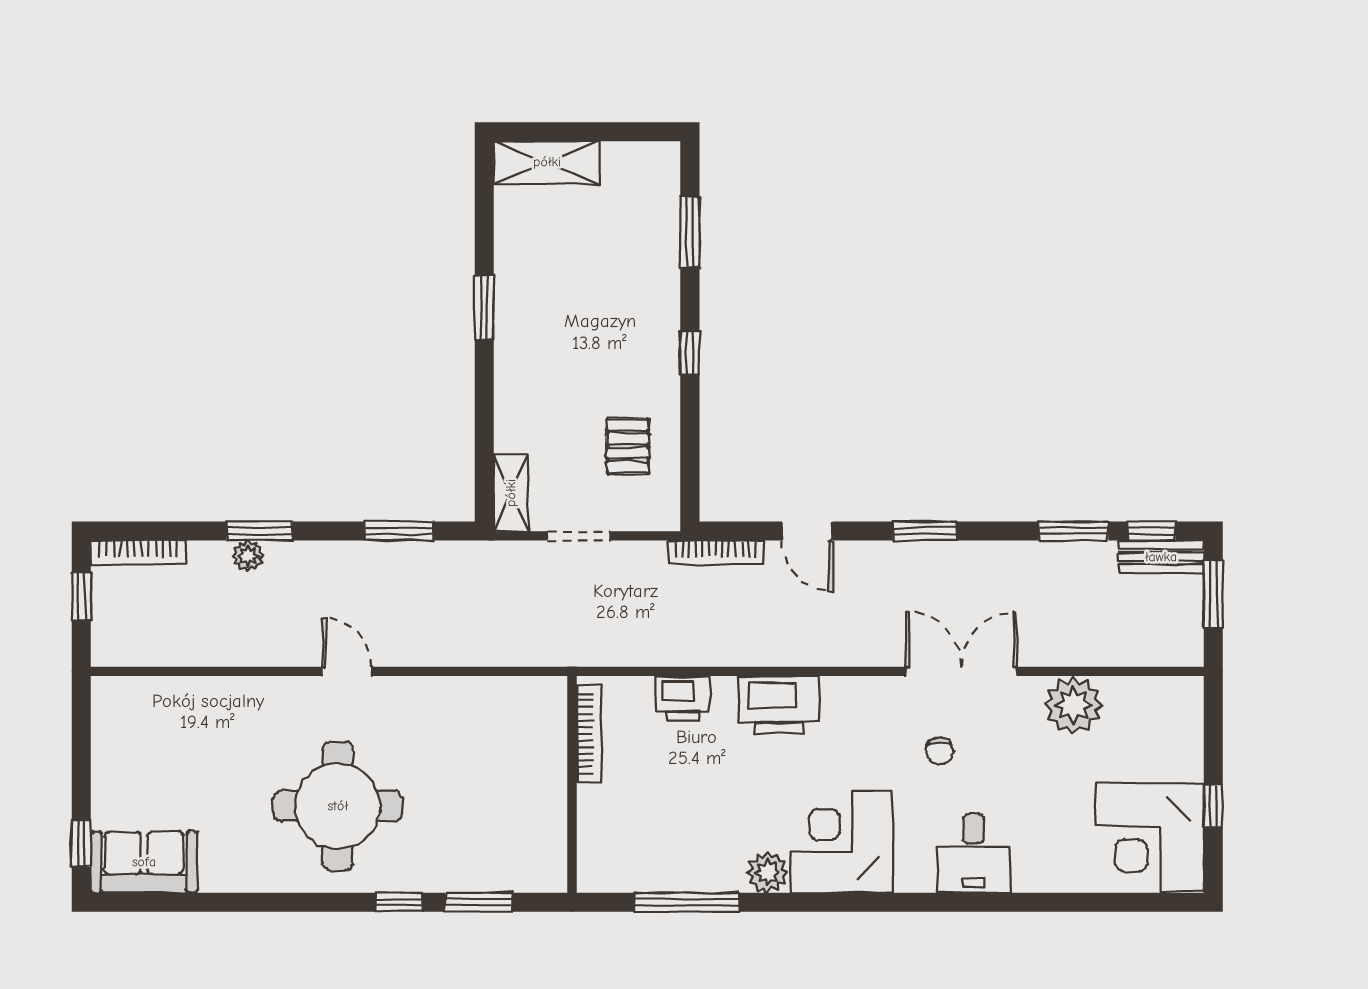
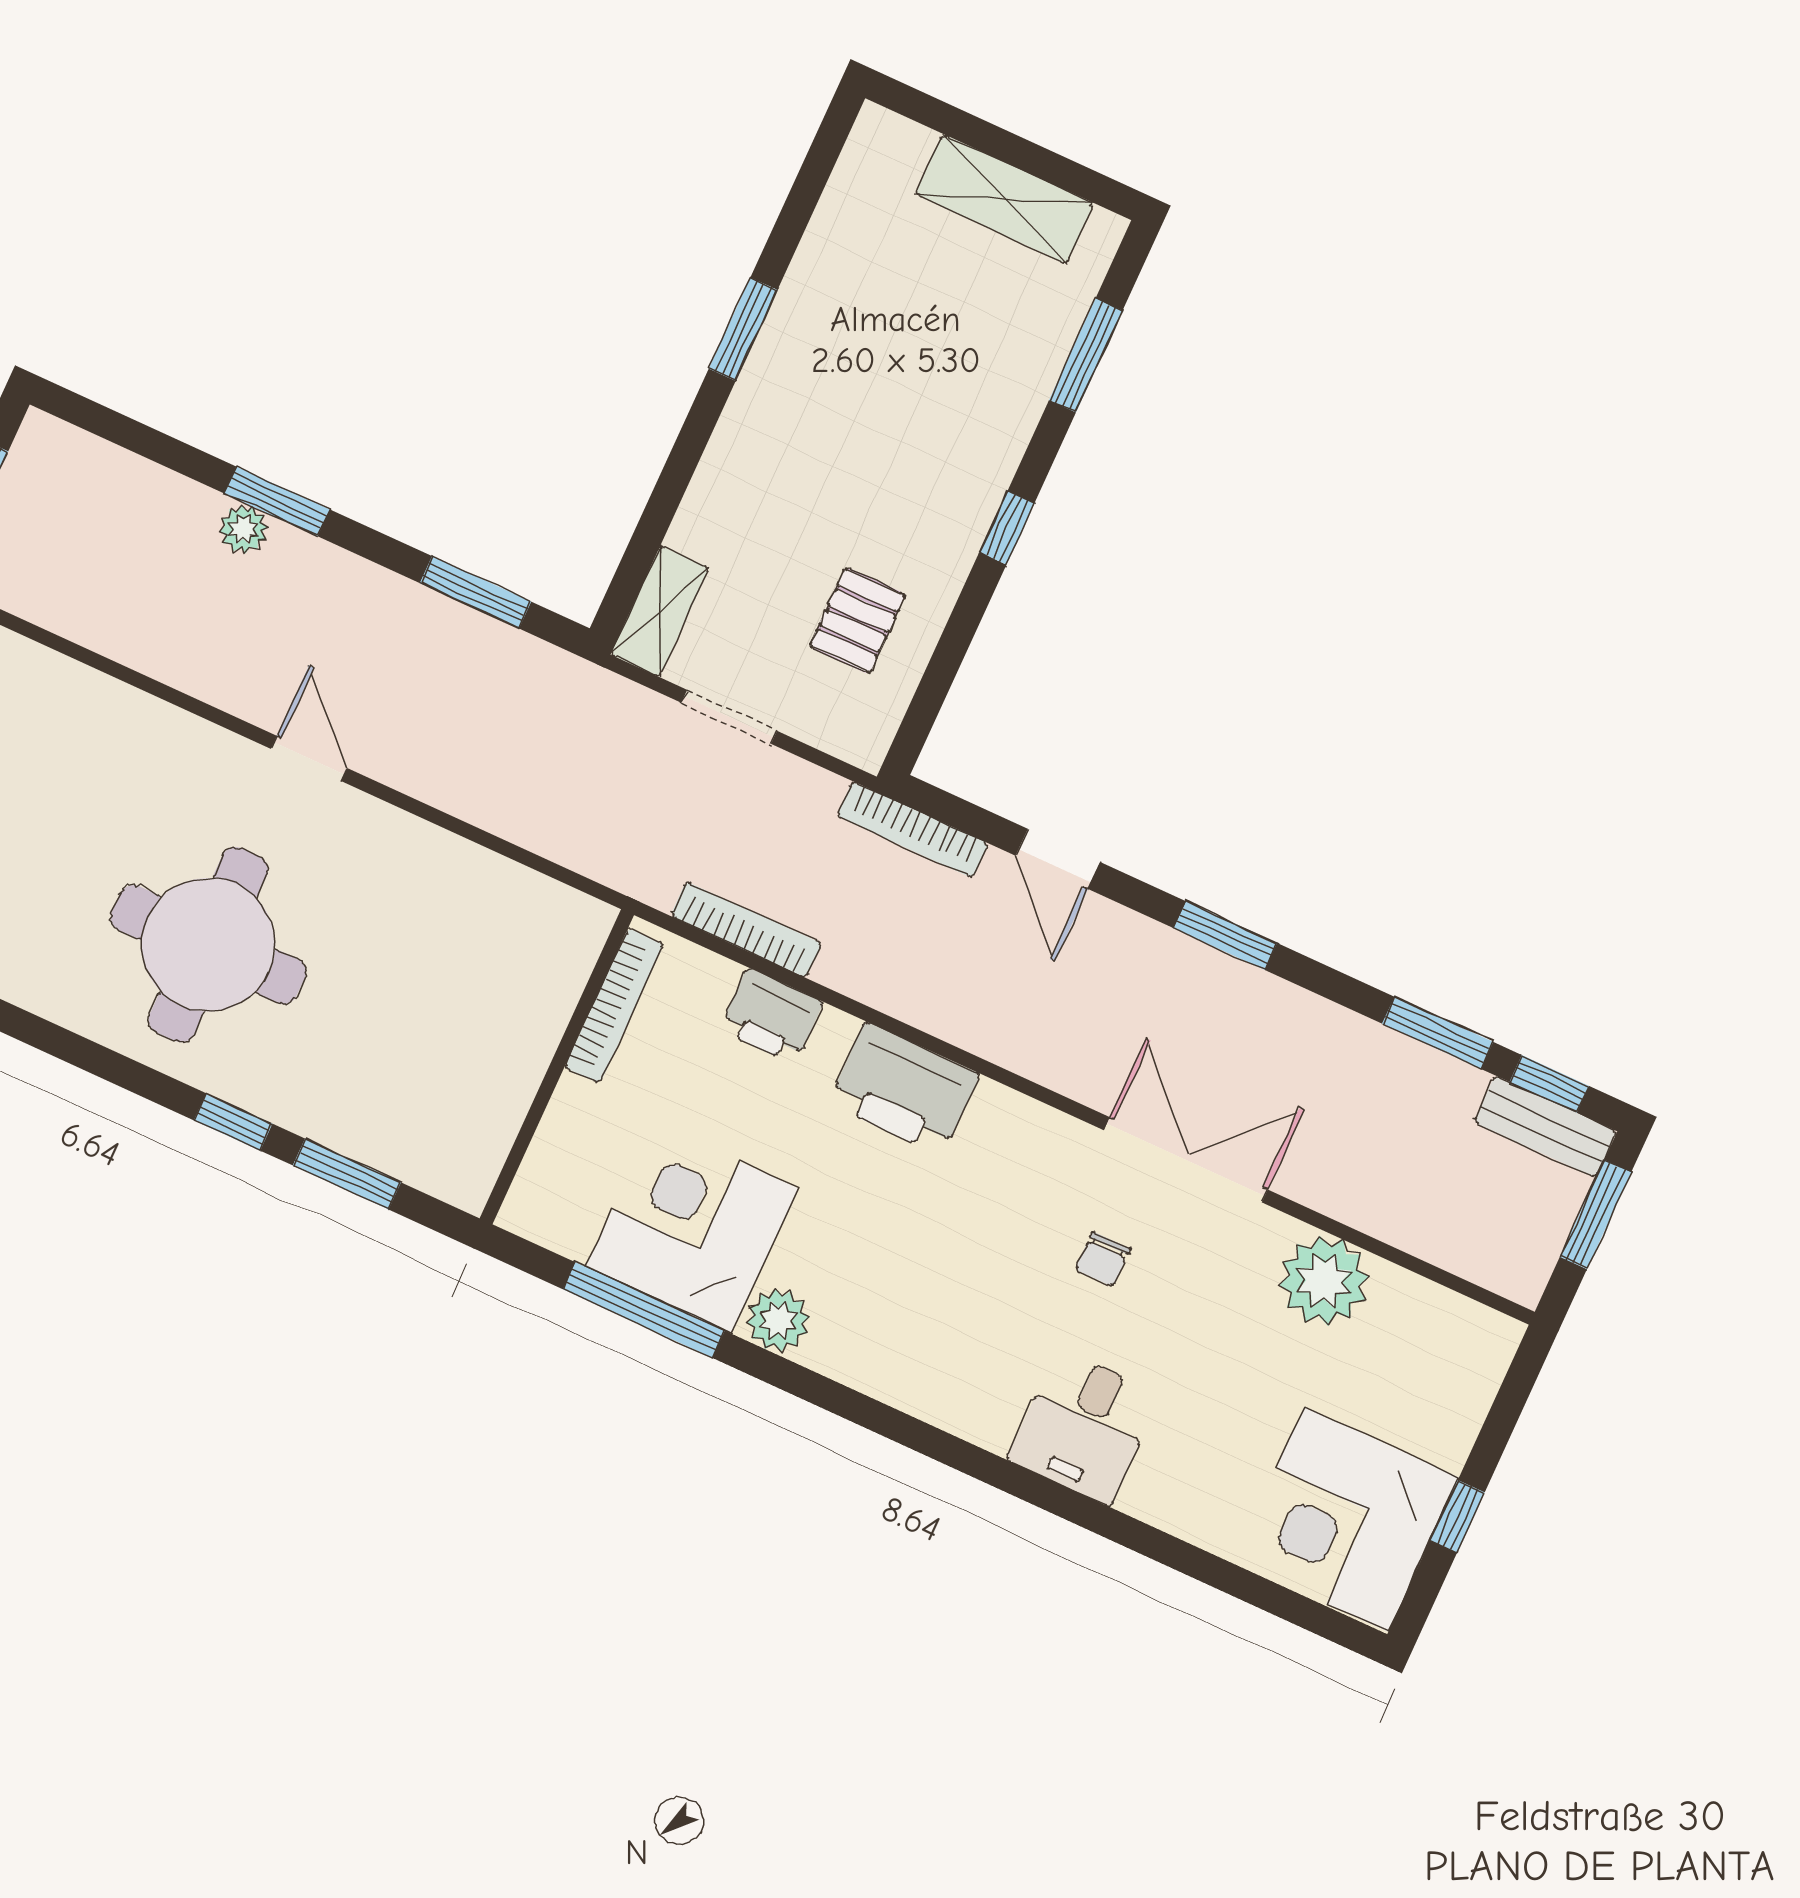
shelving: (547, 162) -> (1005, 199), moved
bookcase: (138, 553) -> (746, 930), moved, turned 180
corner desk: (842, 842) -> (692, 1228), moved

